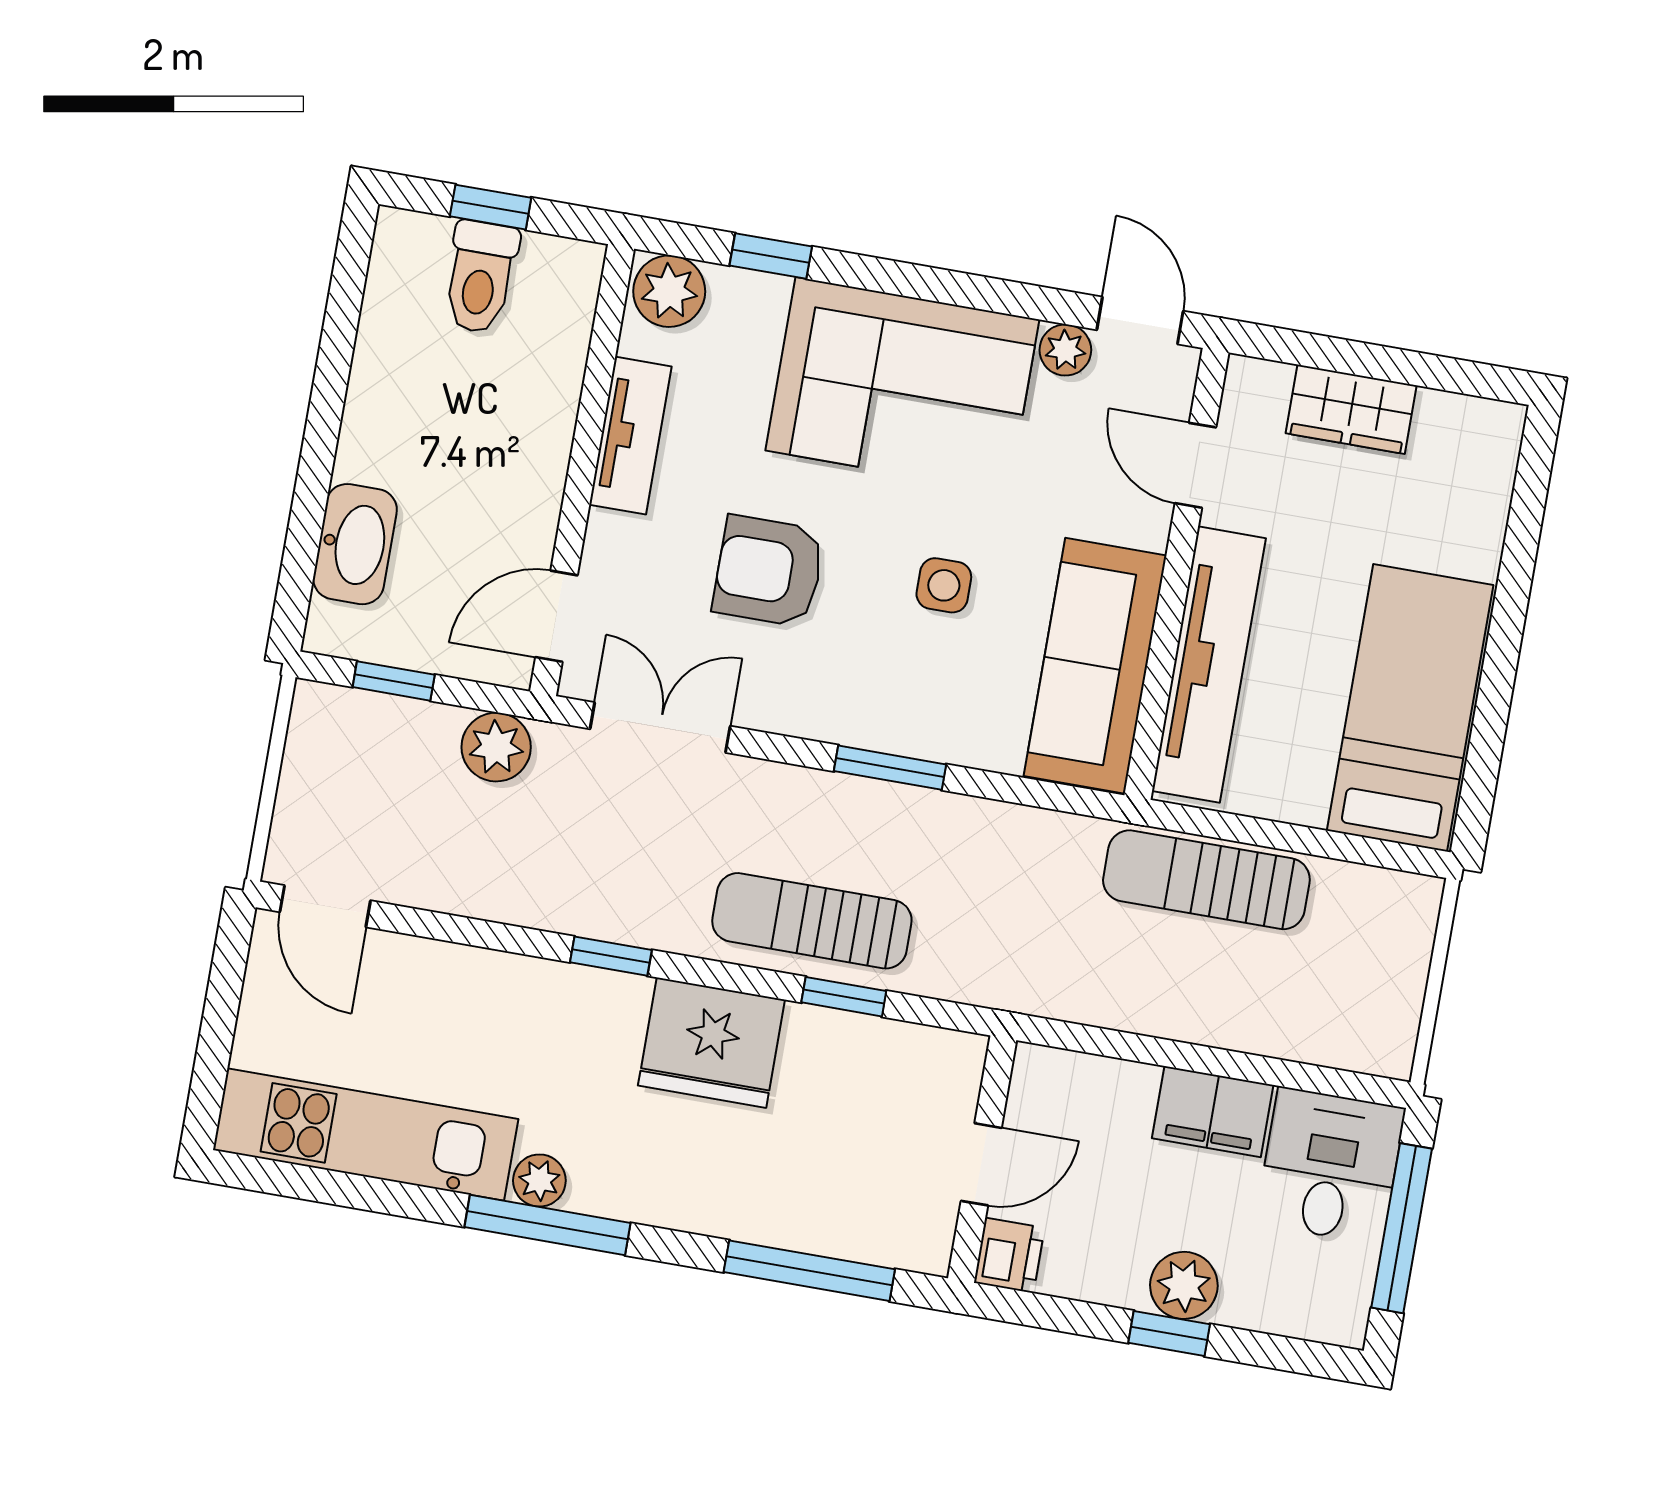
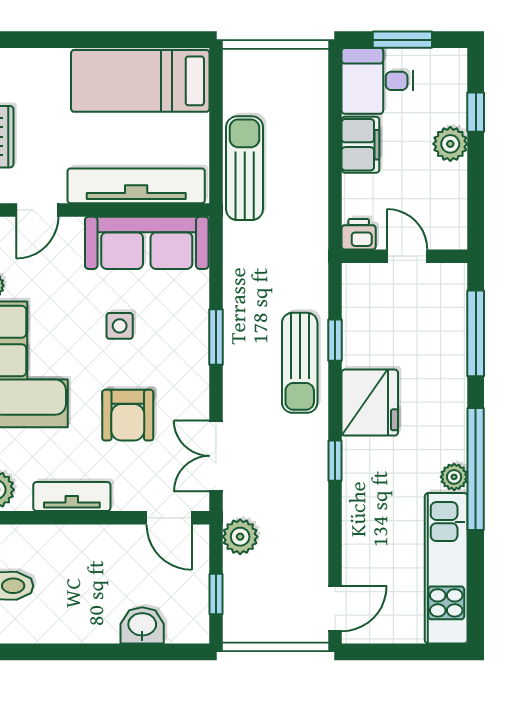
washbasin: (355, 544) -> (142, 625), width x0.72
sun lounger: (1206, 880) -> (245, 168), turned 180
window: (548, 1225) -> (476, 469), width x1.46
window: (1402, 1228) -> (402, 40), width x0.69
printer: (1009, 1255) -> (359, 234), moved
window: (1169, 1333) -> (476, 112), moved

